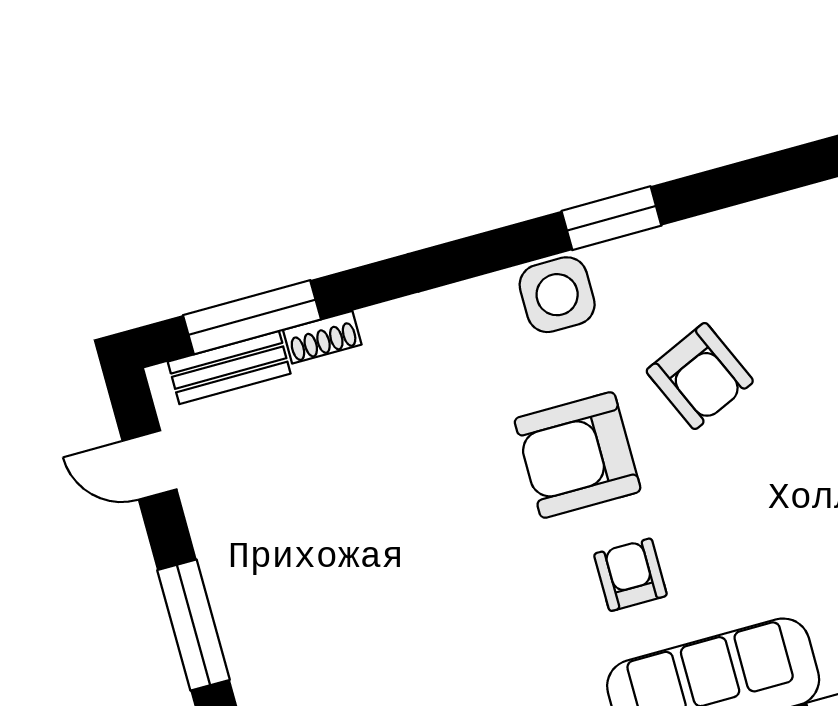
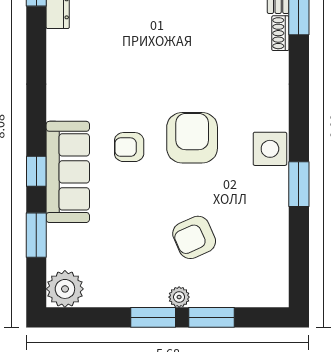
armchair: (700, 376) -> (194, 237), moved
armchair: (630, 575) -> (129, 147), turned 180

